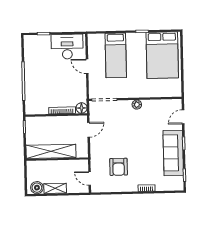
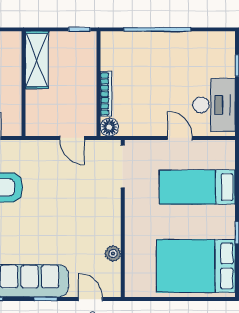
door: (87, 66) -> (180, 138), hinge flipped
plant: (137, 105) -> (113, 254), moved
shelving: (51, 151) -> (37, 60), width x0.68

